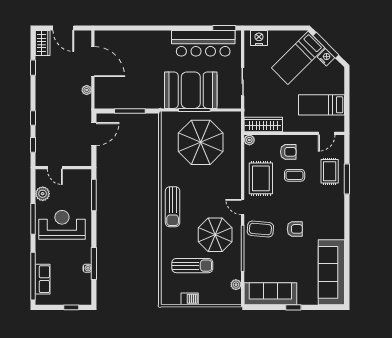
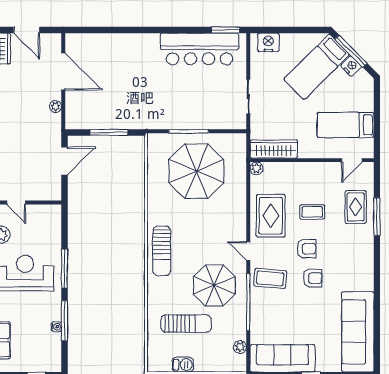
booth: (191, 90) -> (184, 107), removed
armchair: (288, 152) -> (306, 249), moved
window: (94, 195) -> (64, 268), moved

